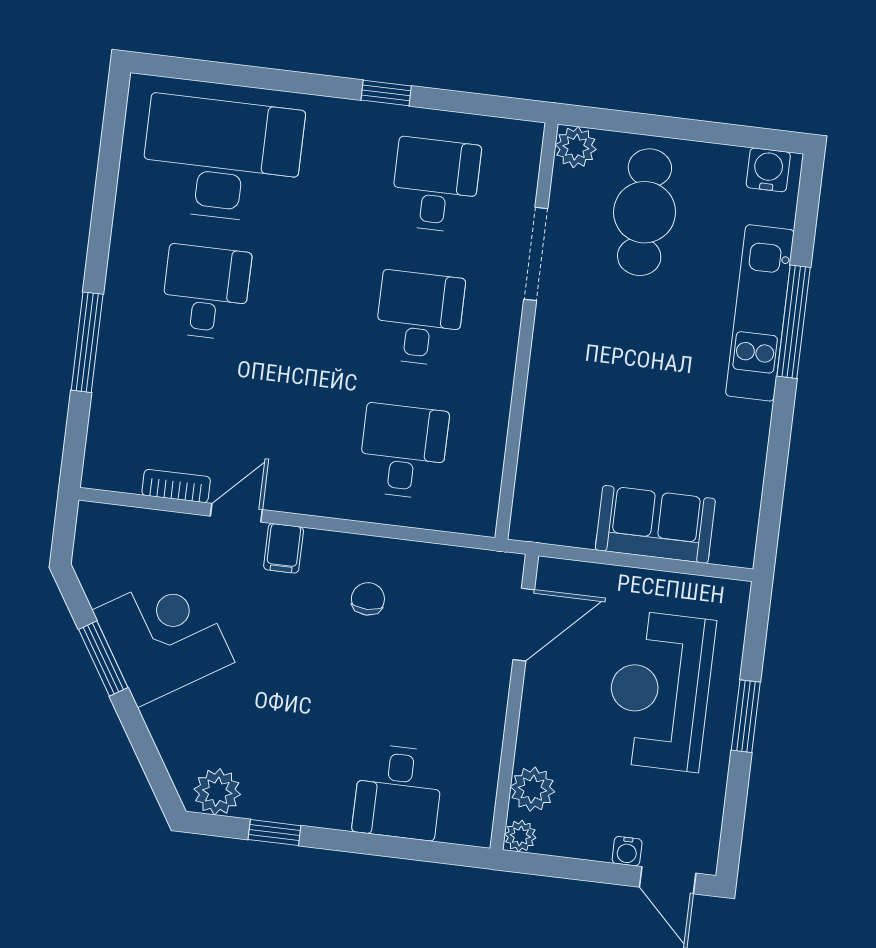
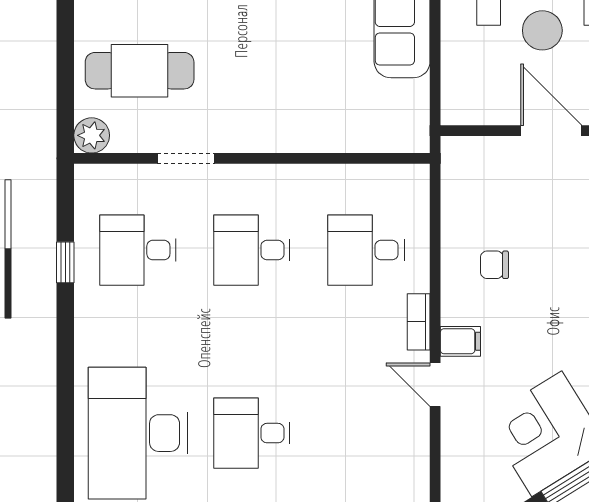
window: (386, 93) -> (65, 262), moved
doorway: (536, 254) -> (186, 158), width x0.73
bookcase: (176, 486) -> (419, 322), moved
door: (524, 625) -> (551, 131), moved

